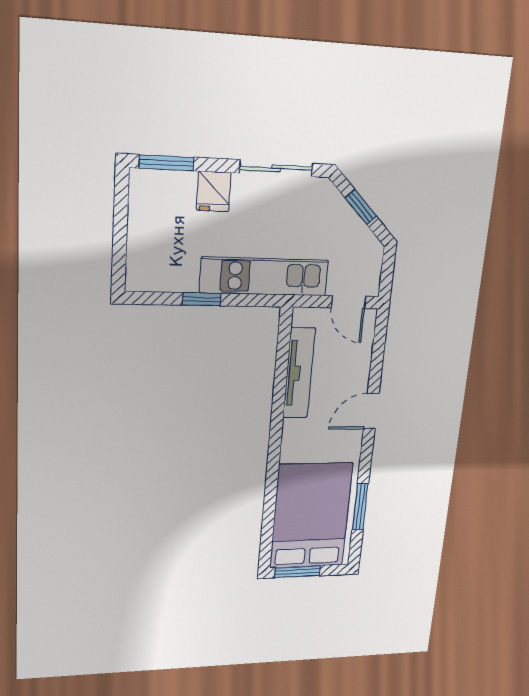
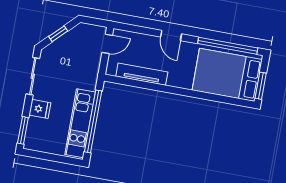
kitchen unit: (264, 276) -> (80, 123), moved
window: (202, 299) -> (93, 121), width x3.17
window: (360, 507) -> (228, 46), width x2.11

